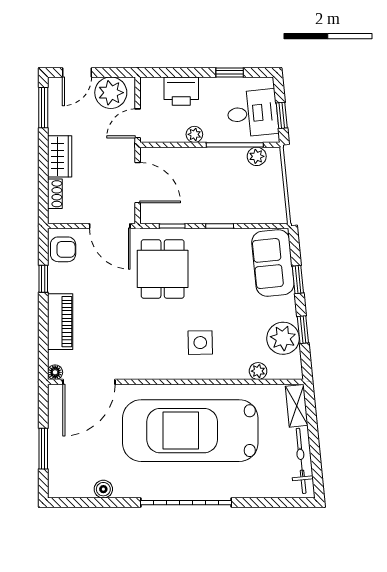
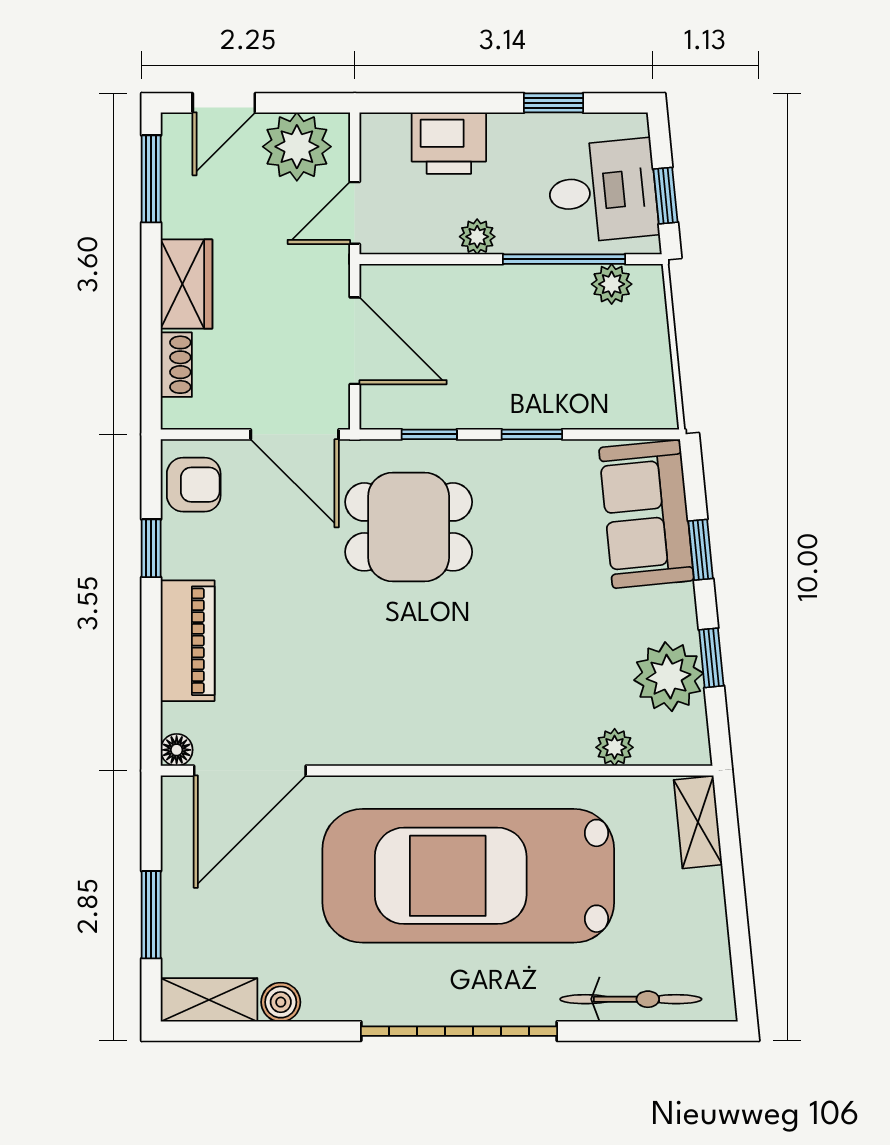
dining table: (163, 269) -> (409, 527), turned 90
side table: (200, 343) -> (490, 686), removed
bicycle: (301, 461) -> (631, 999), moved, turned 96
shelving: (70, 488) -> (209, 1000), added

